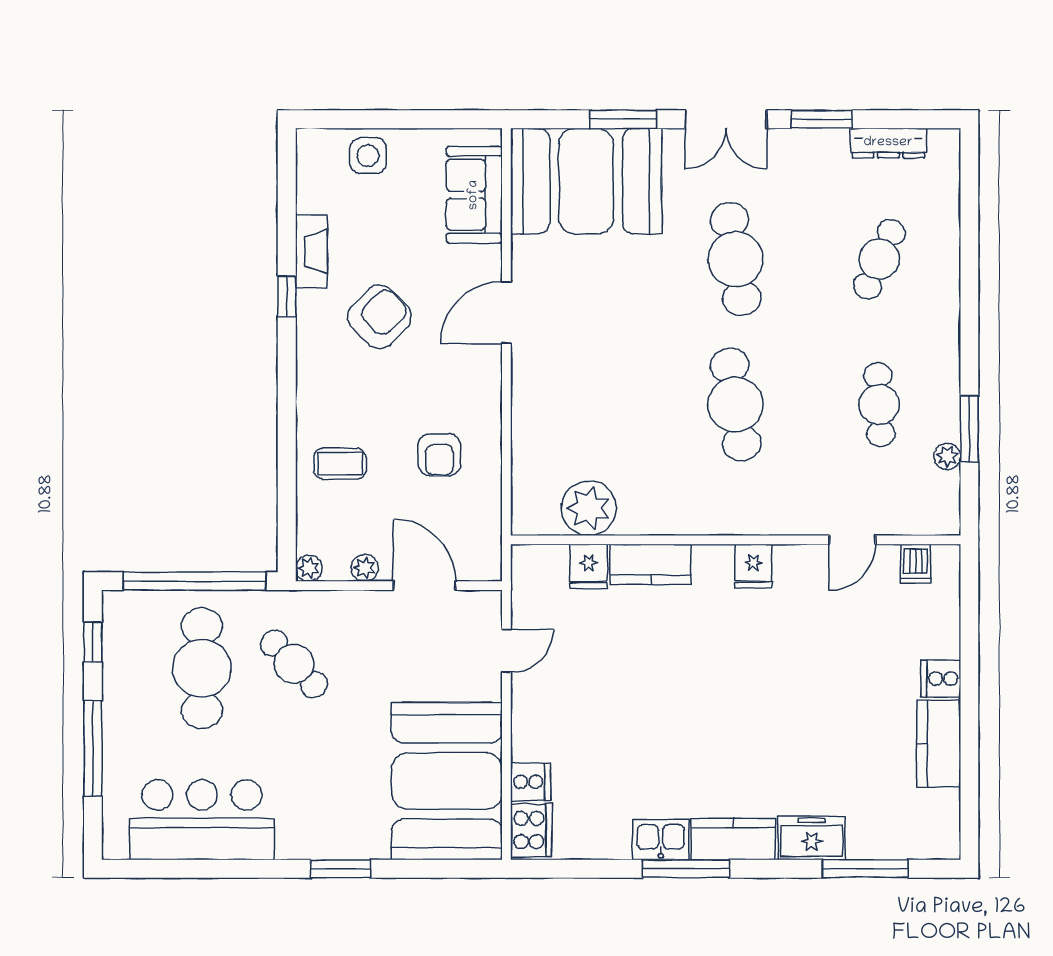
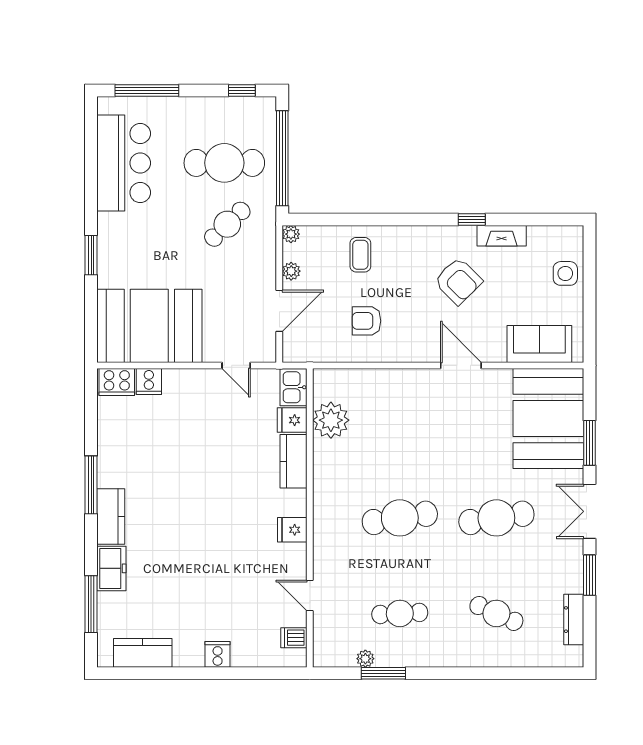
kitchen counter: (939, 744) -> (143, 653), moved
window: (93, 749) -> (147, 90), moved
kitchen sink: (661, 840) -> (294, 387), moved, turned 180

